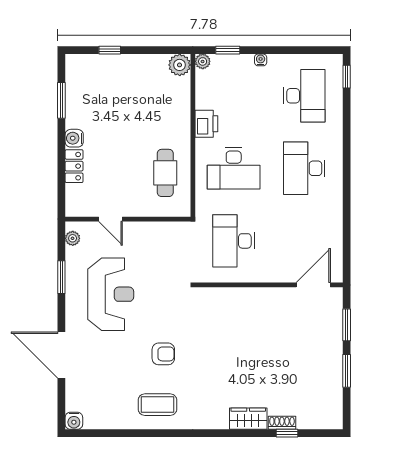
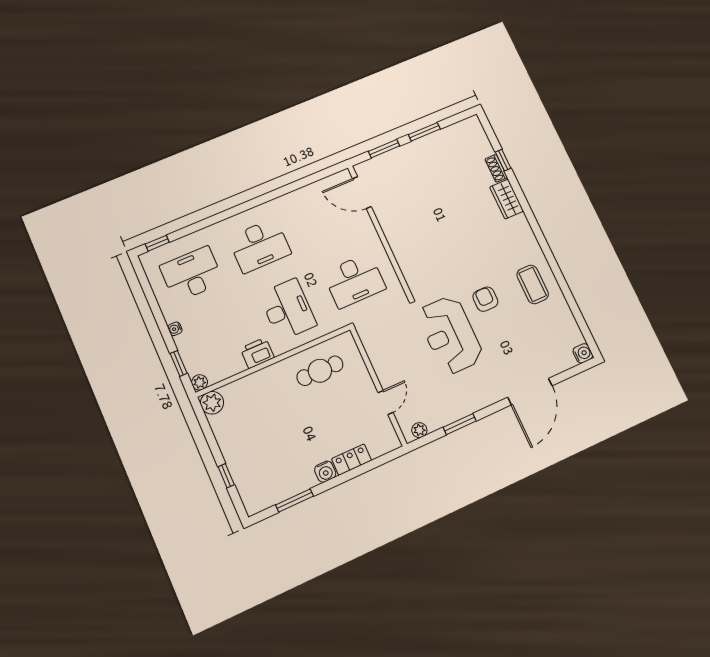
reception desk: (111, 294) -> (450, 335), moved, turned -90

